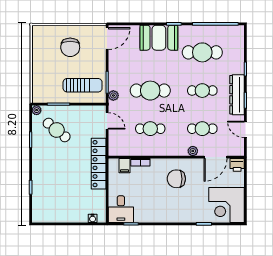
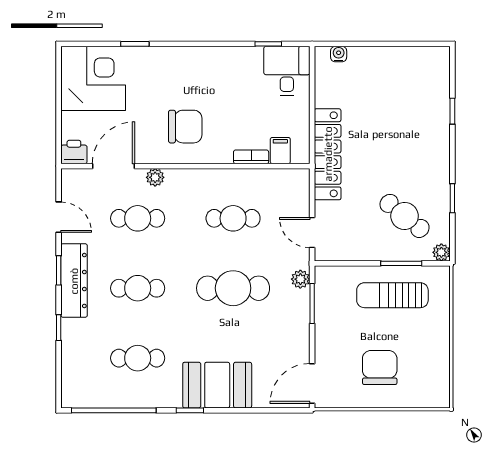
cafe table: (202, 52) -> (138, 358), width x0.73, depth x0.74
sun lounger: (83, 85) -> (392, 295), moved

